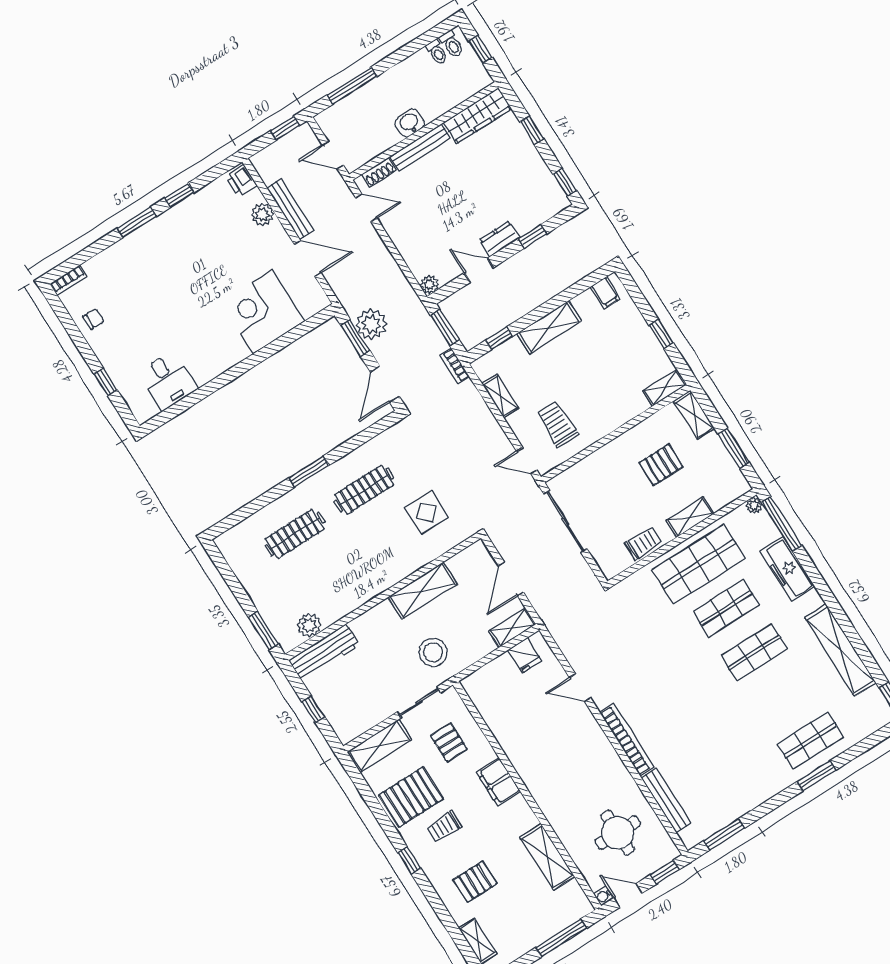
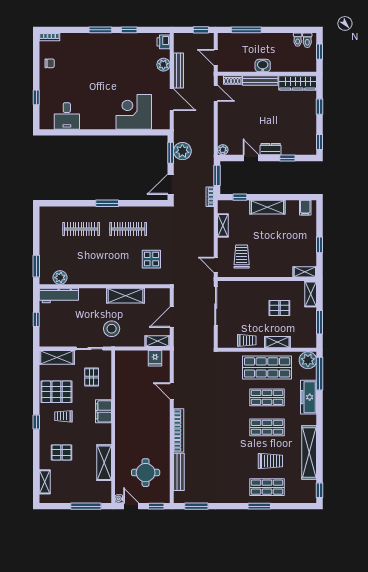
plant: (754, 505) -> (308, 360), width x1.88, depth x1.88
trolley: (791, 699) -> (270, 461), added

